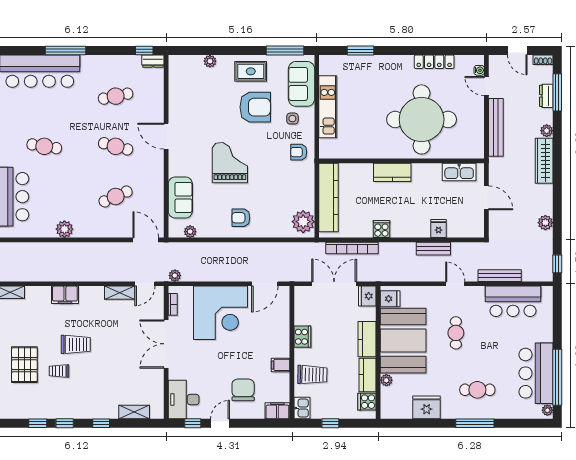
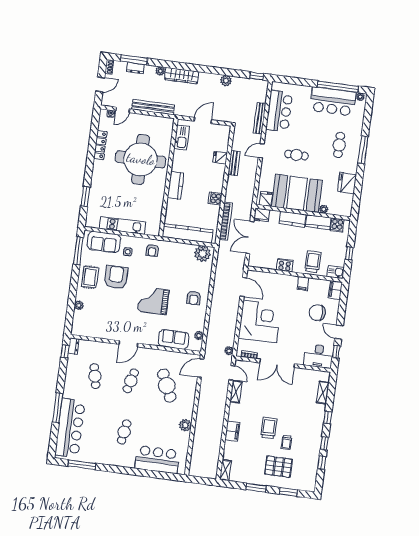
cafe table: (116, 196) -> (167, 386), width x1.37, depth x1.35

